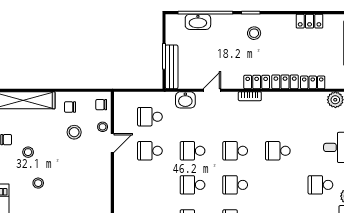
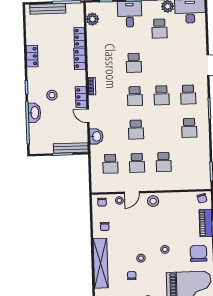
locker: (310, 21) -> (32, 56), moved
washbasin: (198, 22) -> (34, 113), moved
stool: (254, 33) -> (52, 95), moved
locker: (257, 82) -> (81, 97), moved
stool: (74, 132) -> (153, 201), moved
door: (112, 143) -> (132, 192), swing flipped
school desk: (193, 185) -> (164, 162), moved

